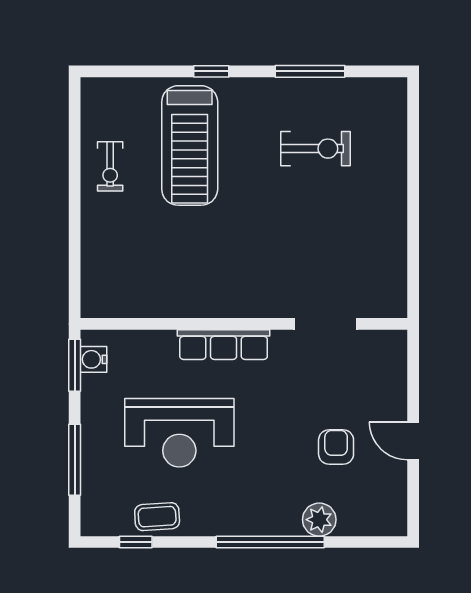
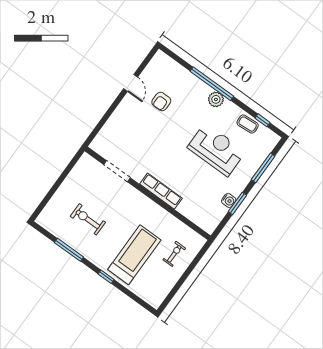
exercise bike: (110, 166) -> (174, 254), moved
wall: (244, 324) -> (148, 193), moved
doorway: (325, 324) -> (117, 171), moved
row of seats: (224, 345) -> (161, 191), moved
plant: (319, 520) -> (216, 99), moved

